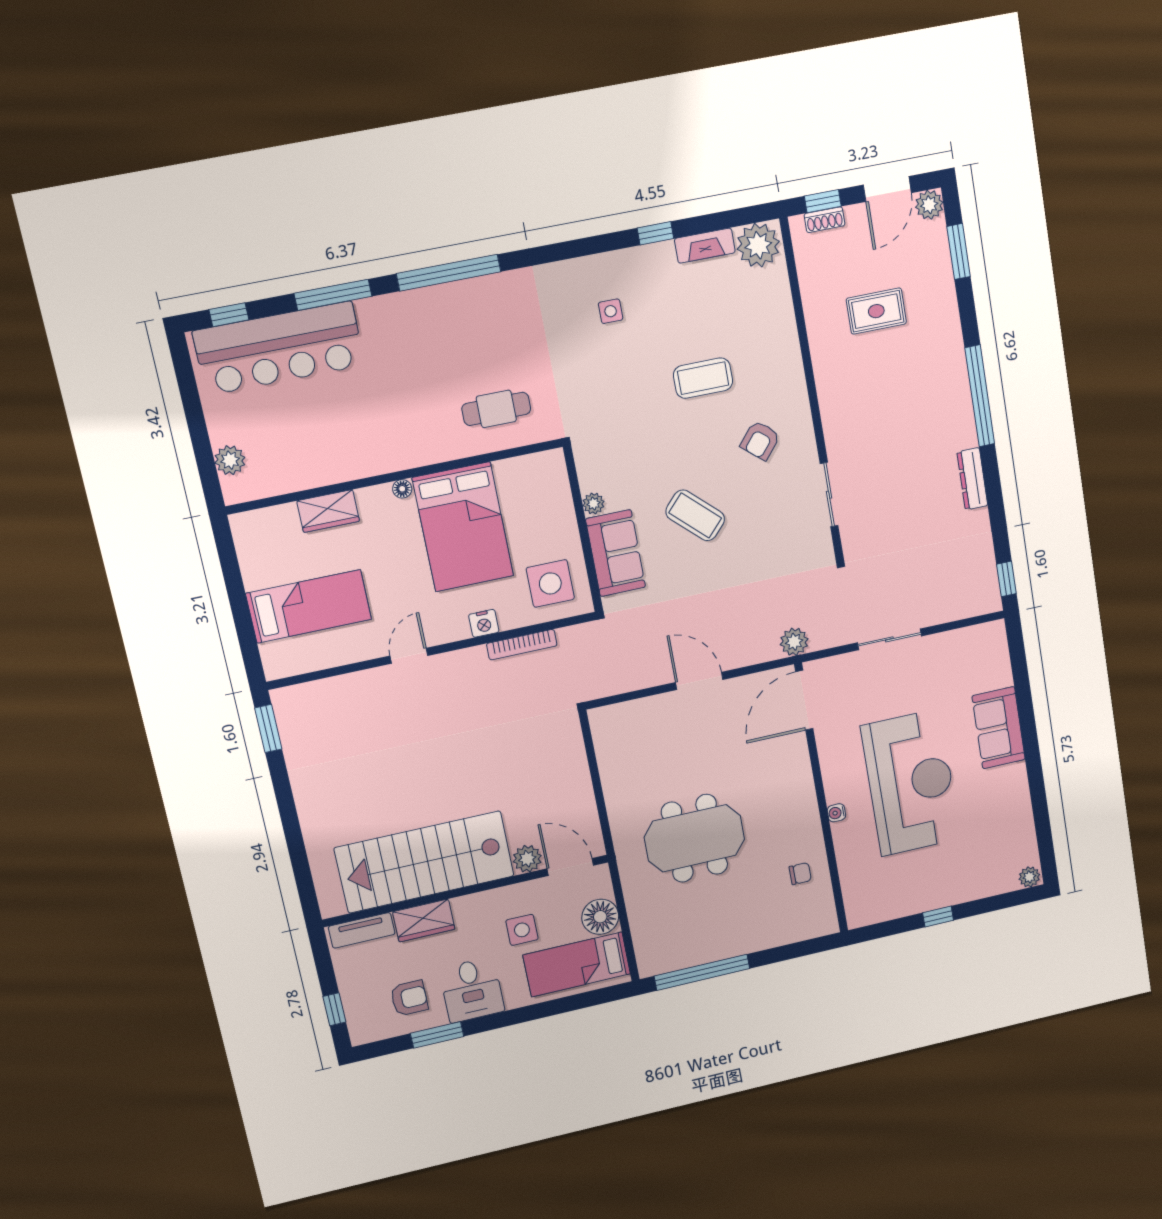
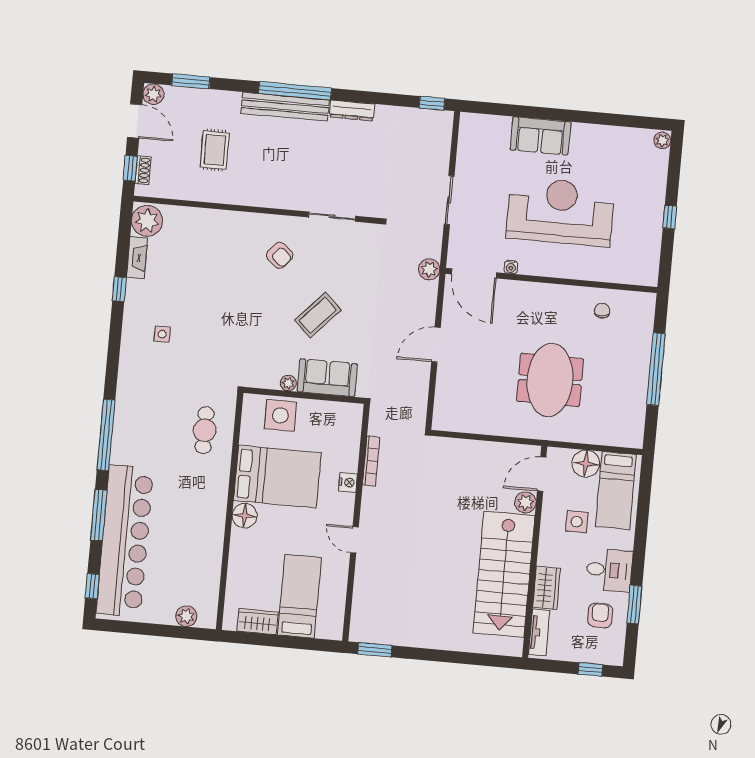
bar counter: (279, 348) -> (125, 541), width x1.36
coffee table: (703, 378) -> (225, 283), removed
bench: (956, 389) -> (285, 107), added
floor lamp: (402, 489) -> (245, 516), width x1.89, depth x1.89
wardrobe: (328, 511) -> (258, 622), moved, turned -90
side table: (550, 583) -> (280, 415), moved
water cooler: (836, 813) -> (511, 267), moved
window: (702, 972) -> (656, 369), moved

